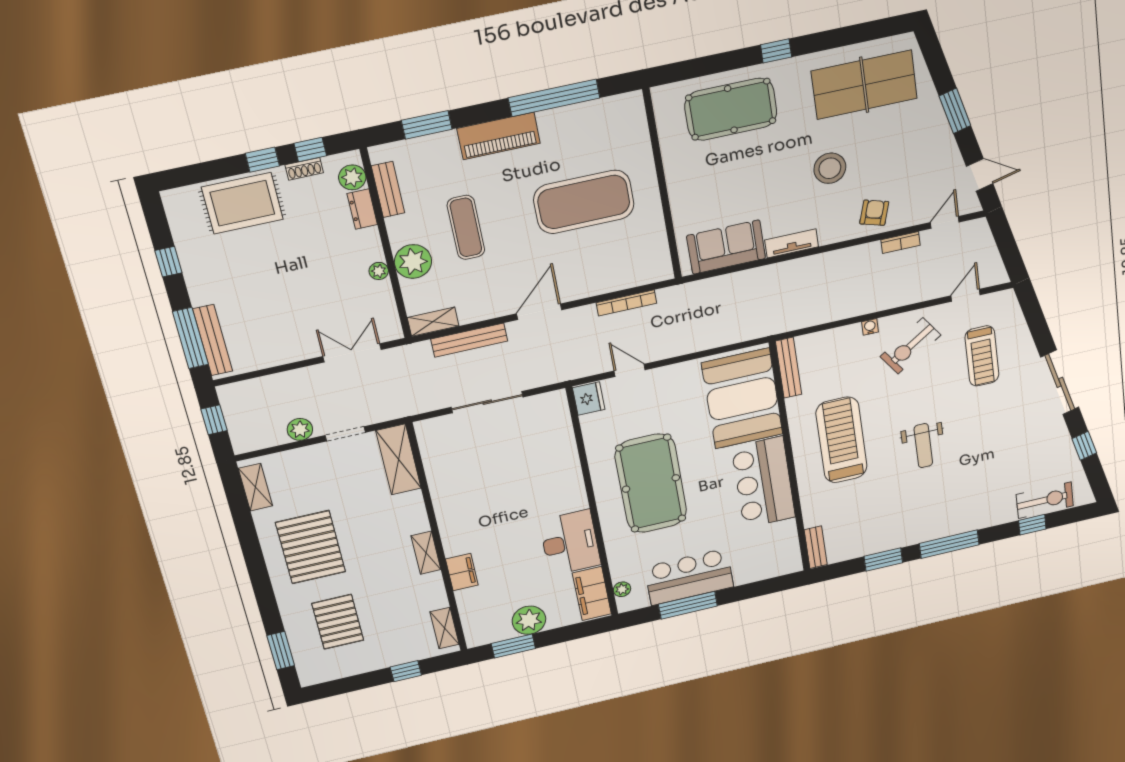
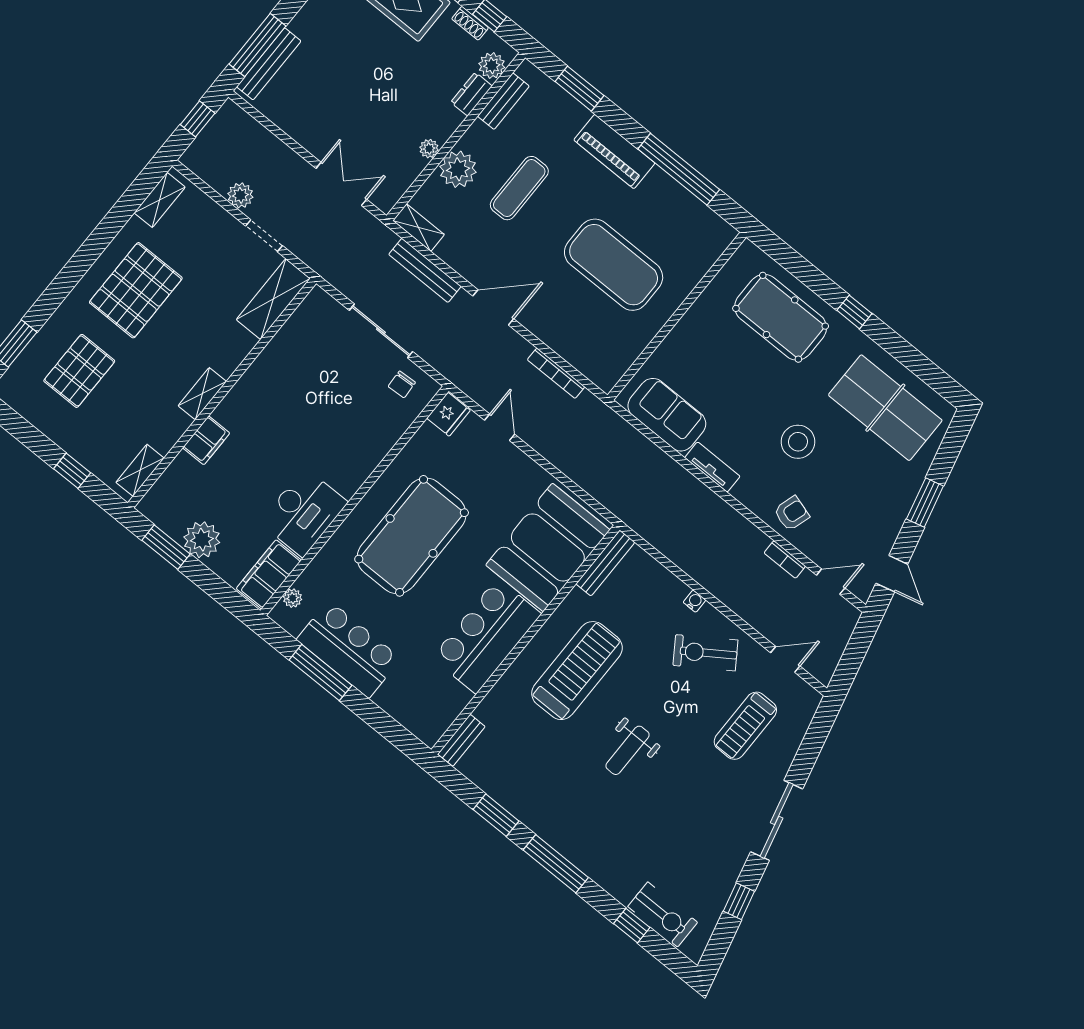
chair: (539, 415) -> (402, 384), added

